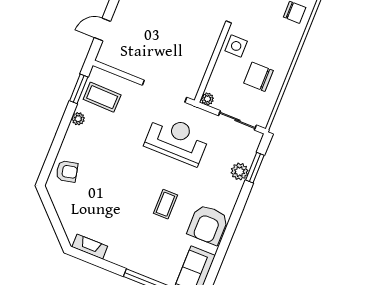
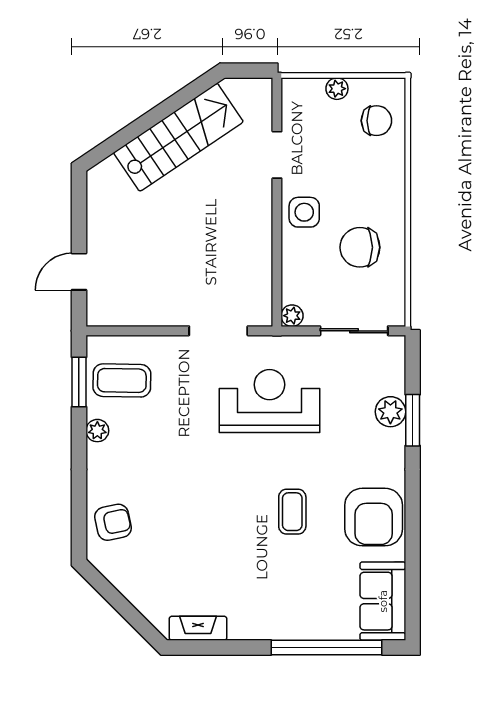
doorway: (165, 91) -> (218, 331), width x0.73
window: (255, 168) -> (413, 420), moved

